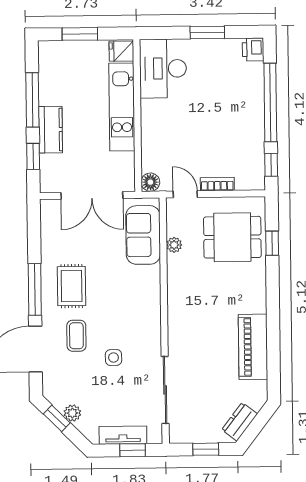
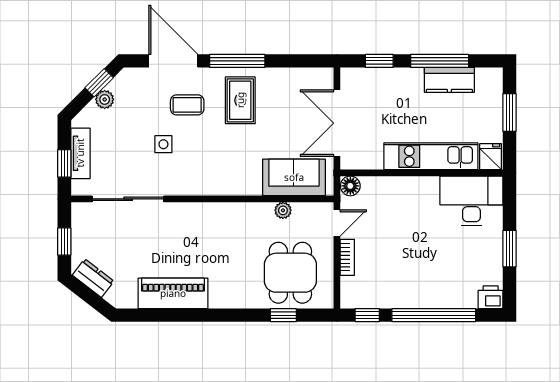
kitchen counter: (51, 130) -> (449, 80), moved
rug: (72, 286) -> (240, 100), turned 90

